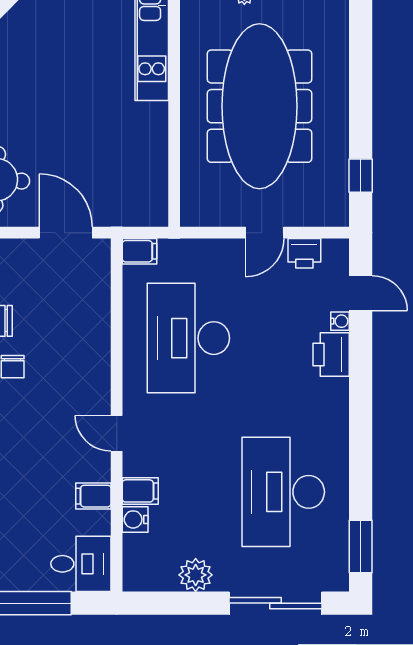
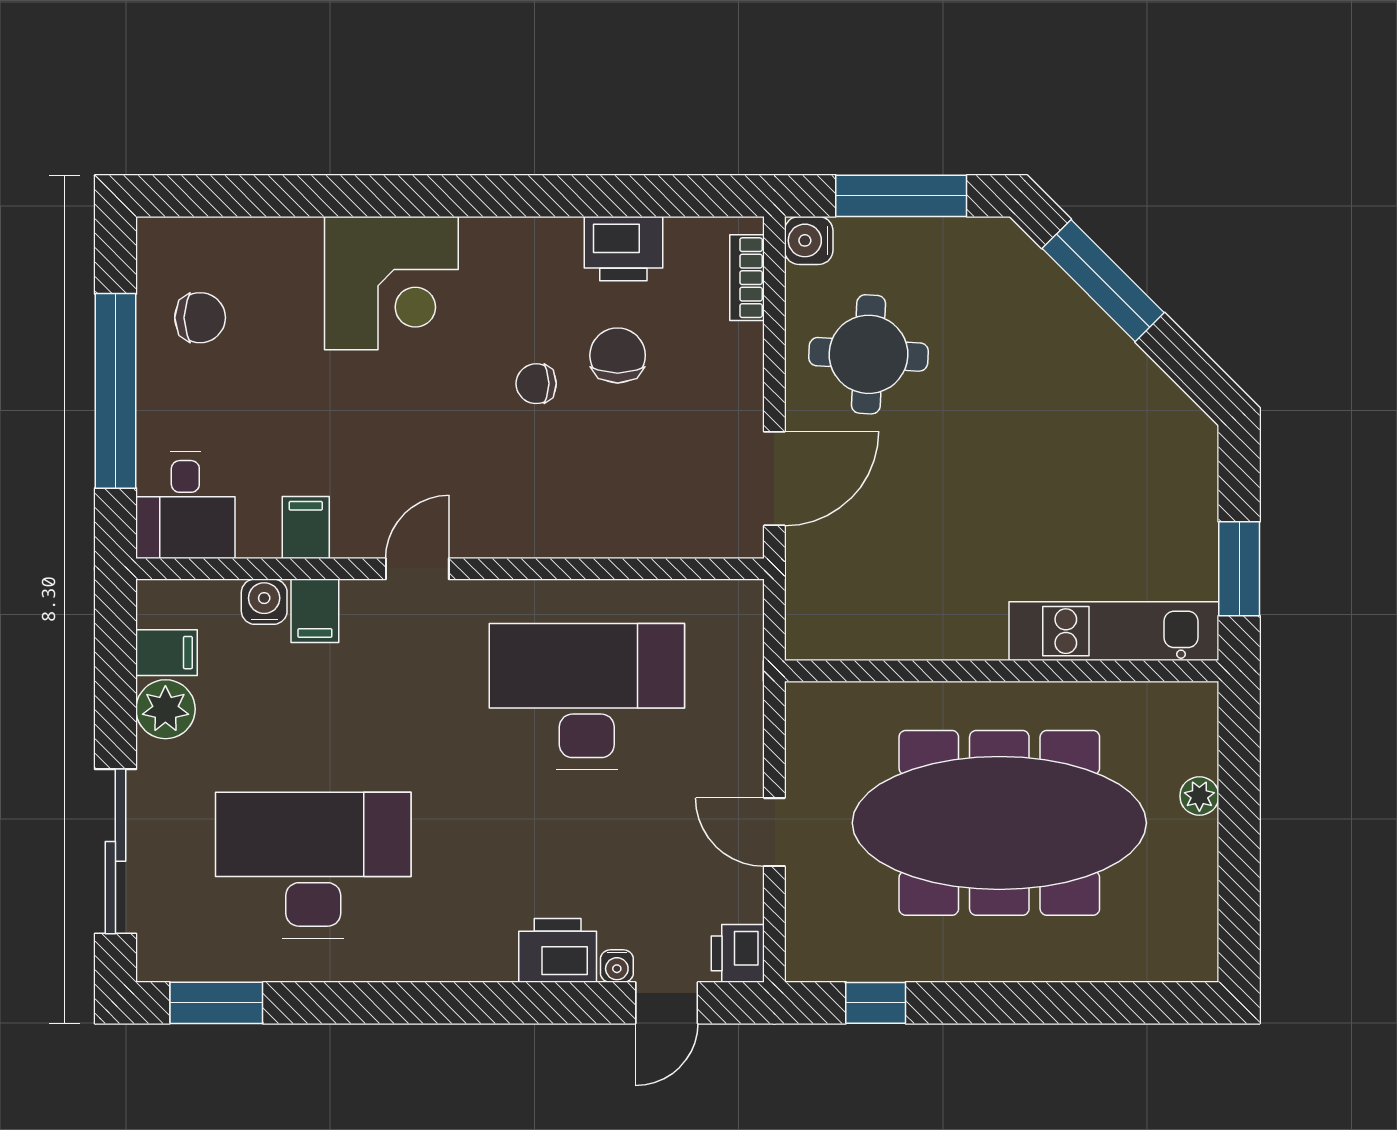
filing cabinet: (140, 251) -> (166, 653), moved, turned -90
printer: (304, 253) -> (738, 953), moved

